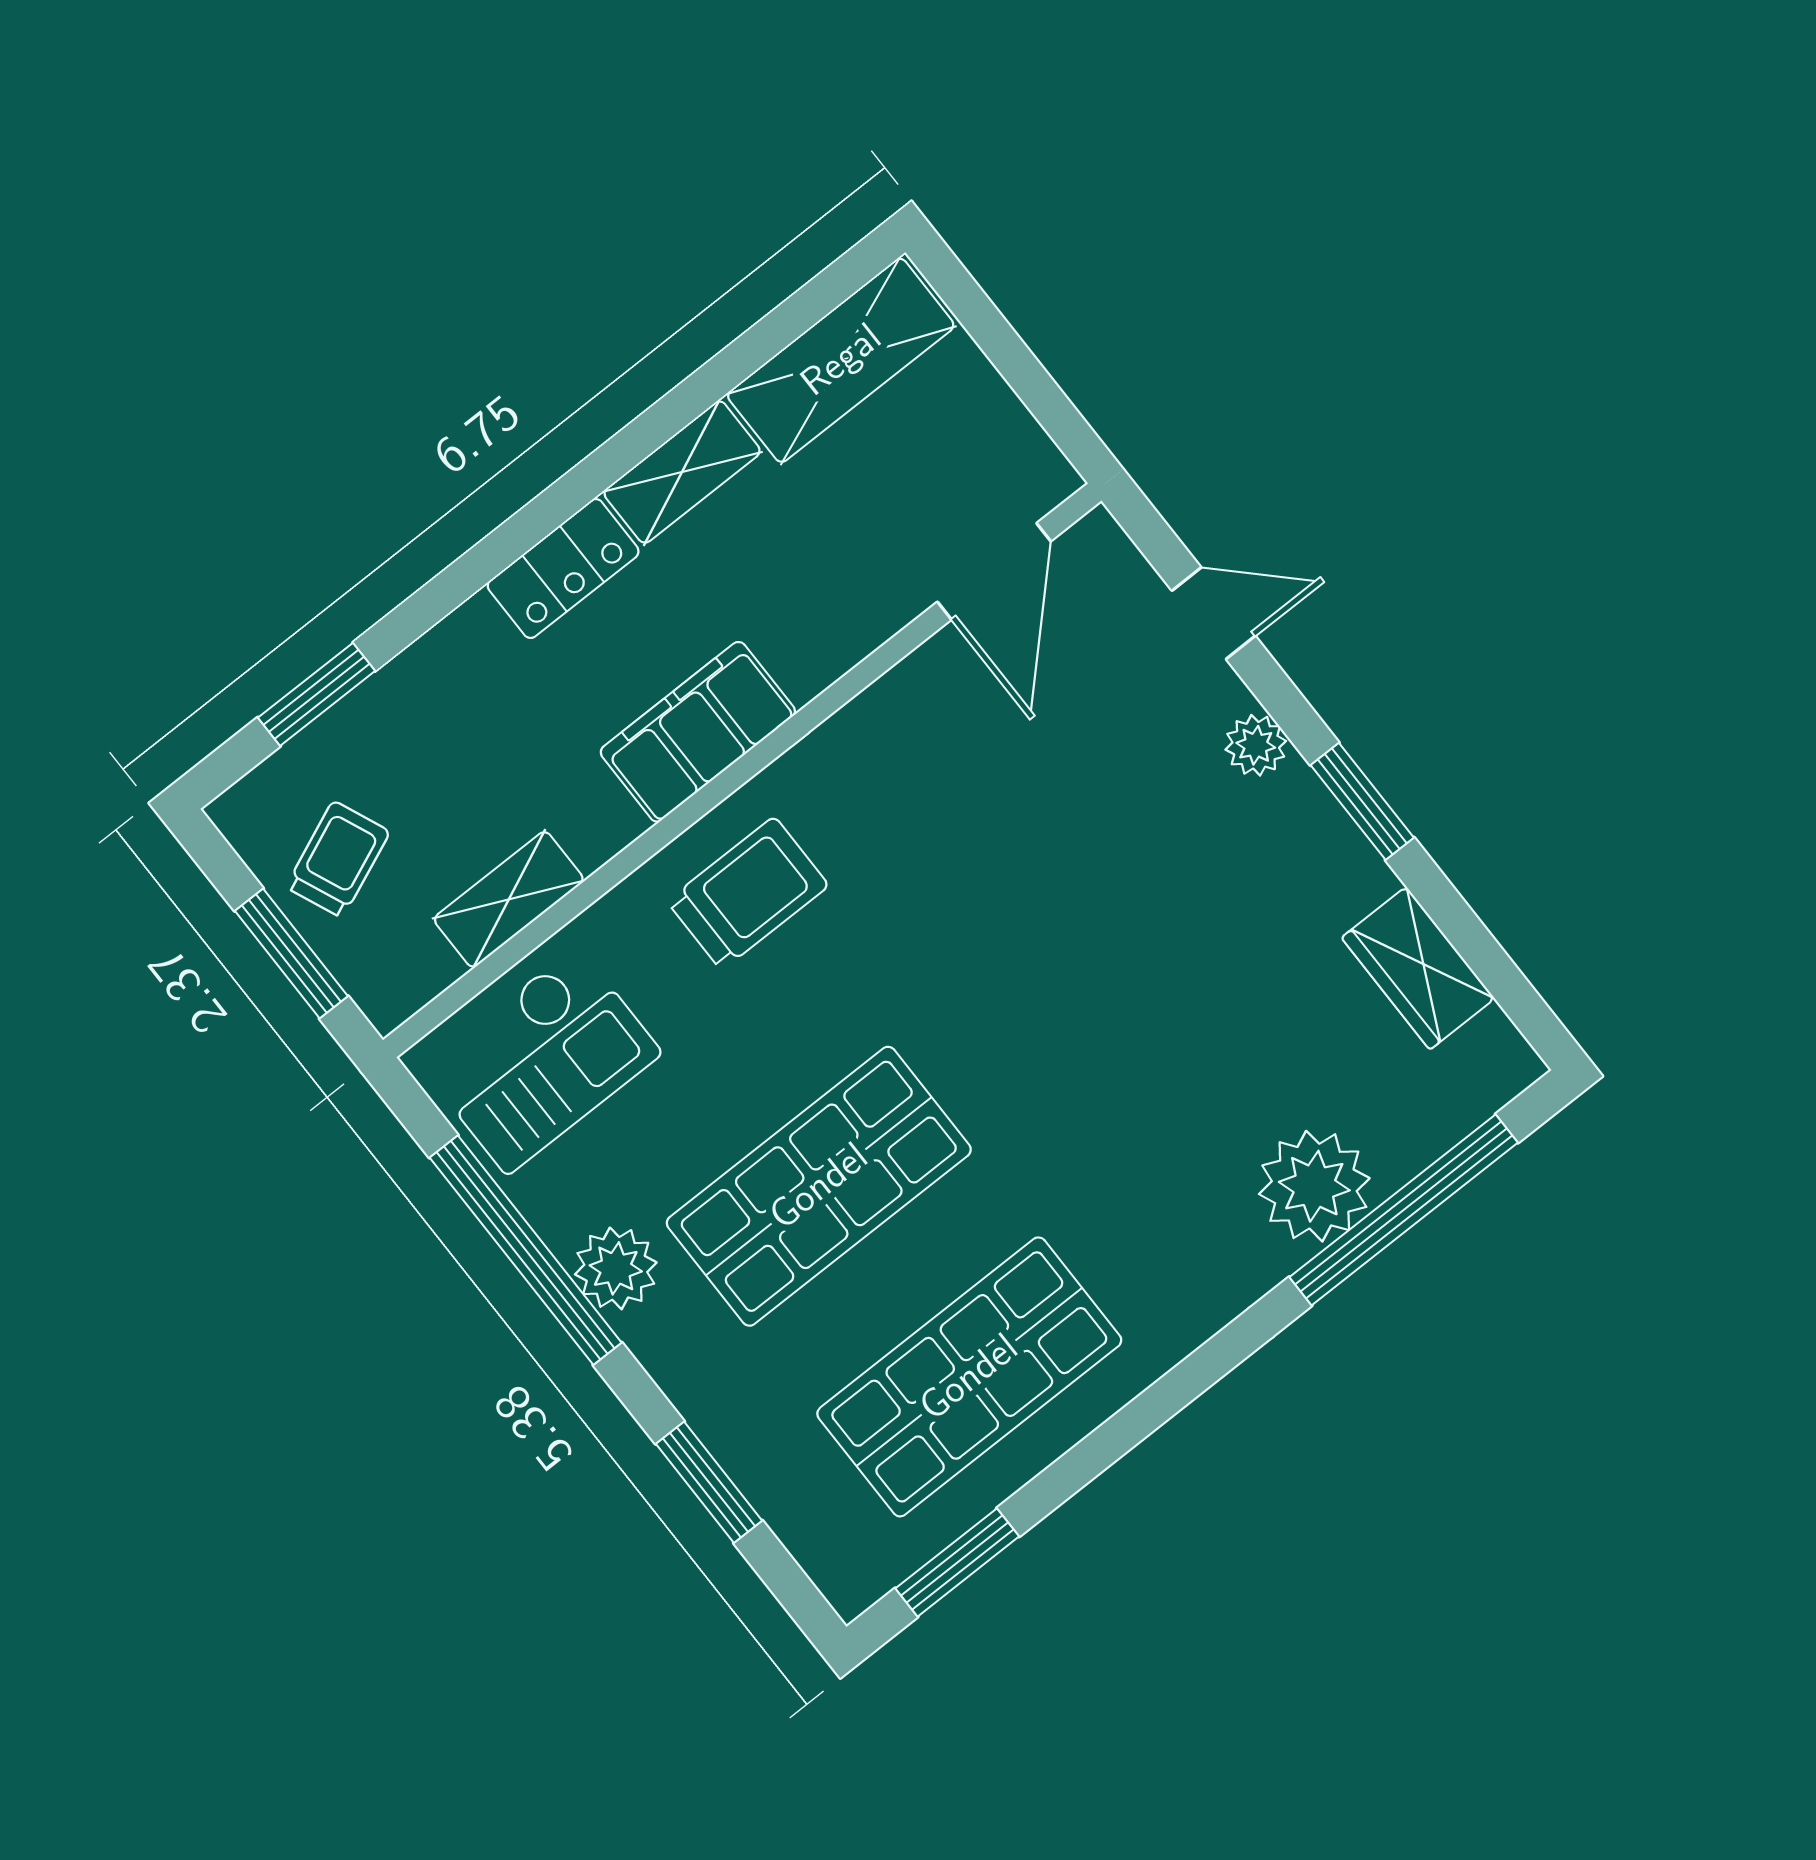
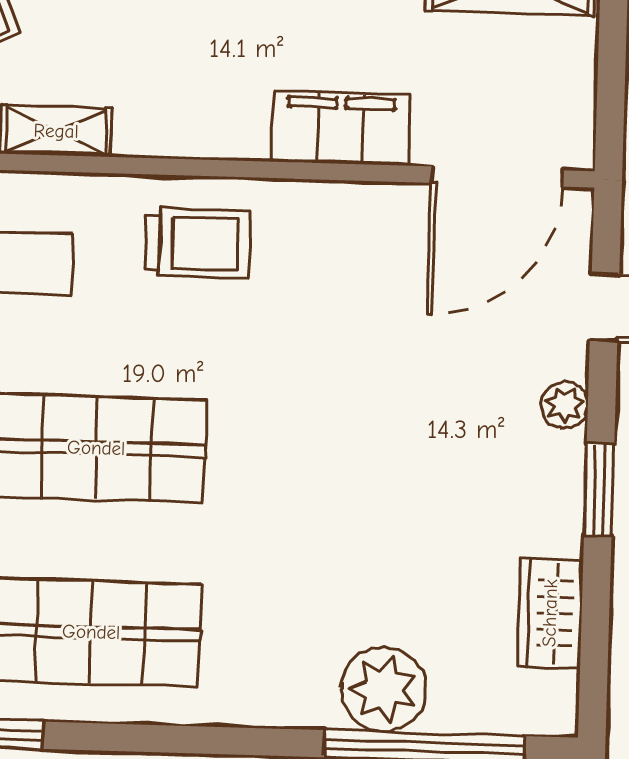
door: (994, 571) -> (497, 177), width x1.36
filing cabinet: (698, 732) -> (341, 128), moved

